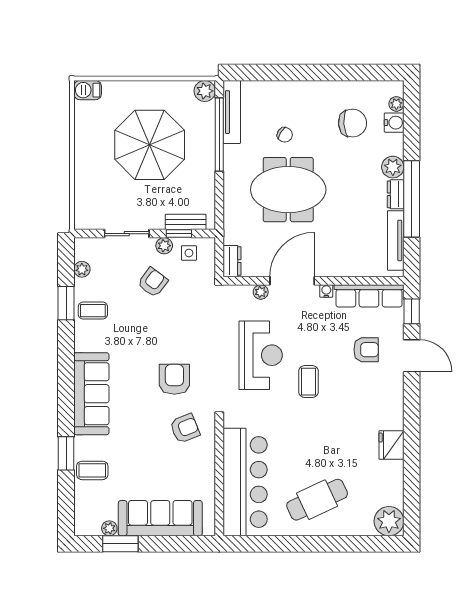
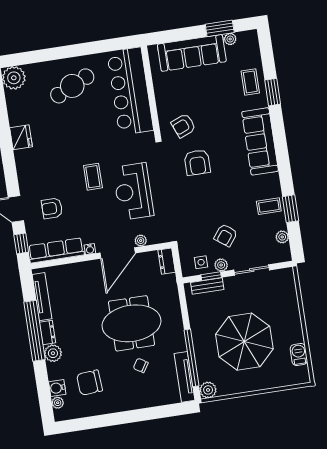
barbecue: (88, 90) -> (299, 354), moved, turned -90
coffee table: (92, 470) -> (250, 82), turned 90

